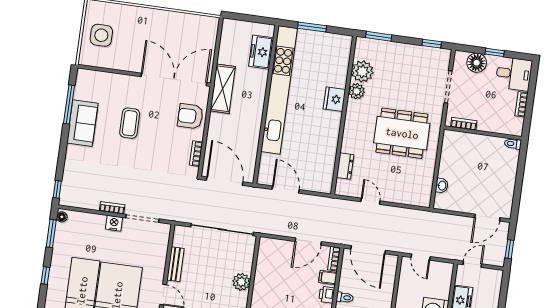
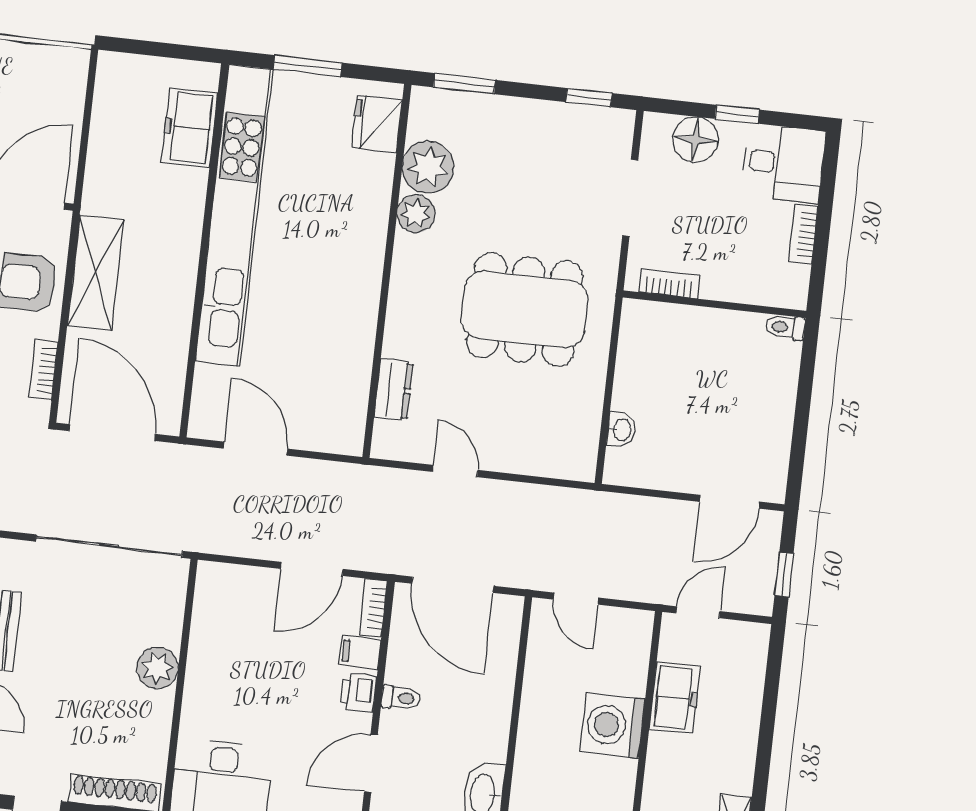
shelving: (223, 89) -> (95, 273), moved
fridge: (334, 99) -> (377, 124), moved

